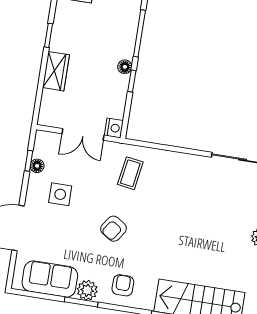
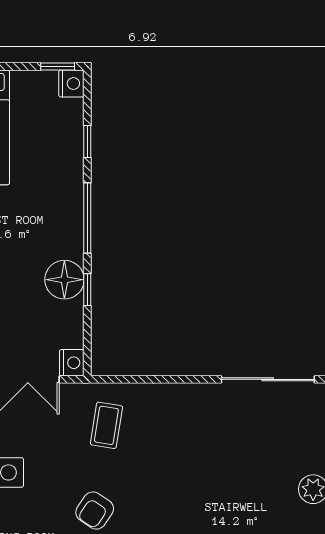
floor lamp: (125, 67) -> (64, 280), width x1.89, depth x1.89

